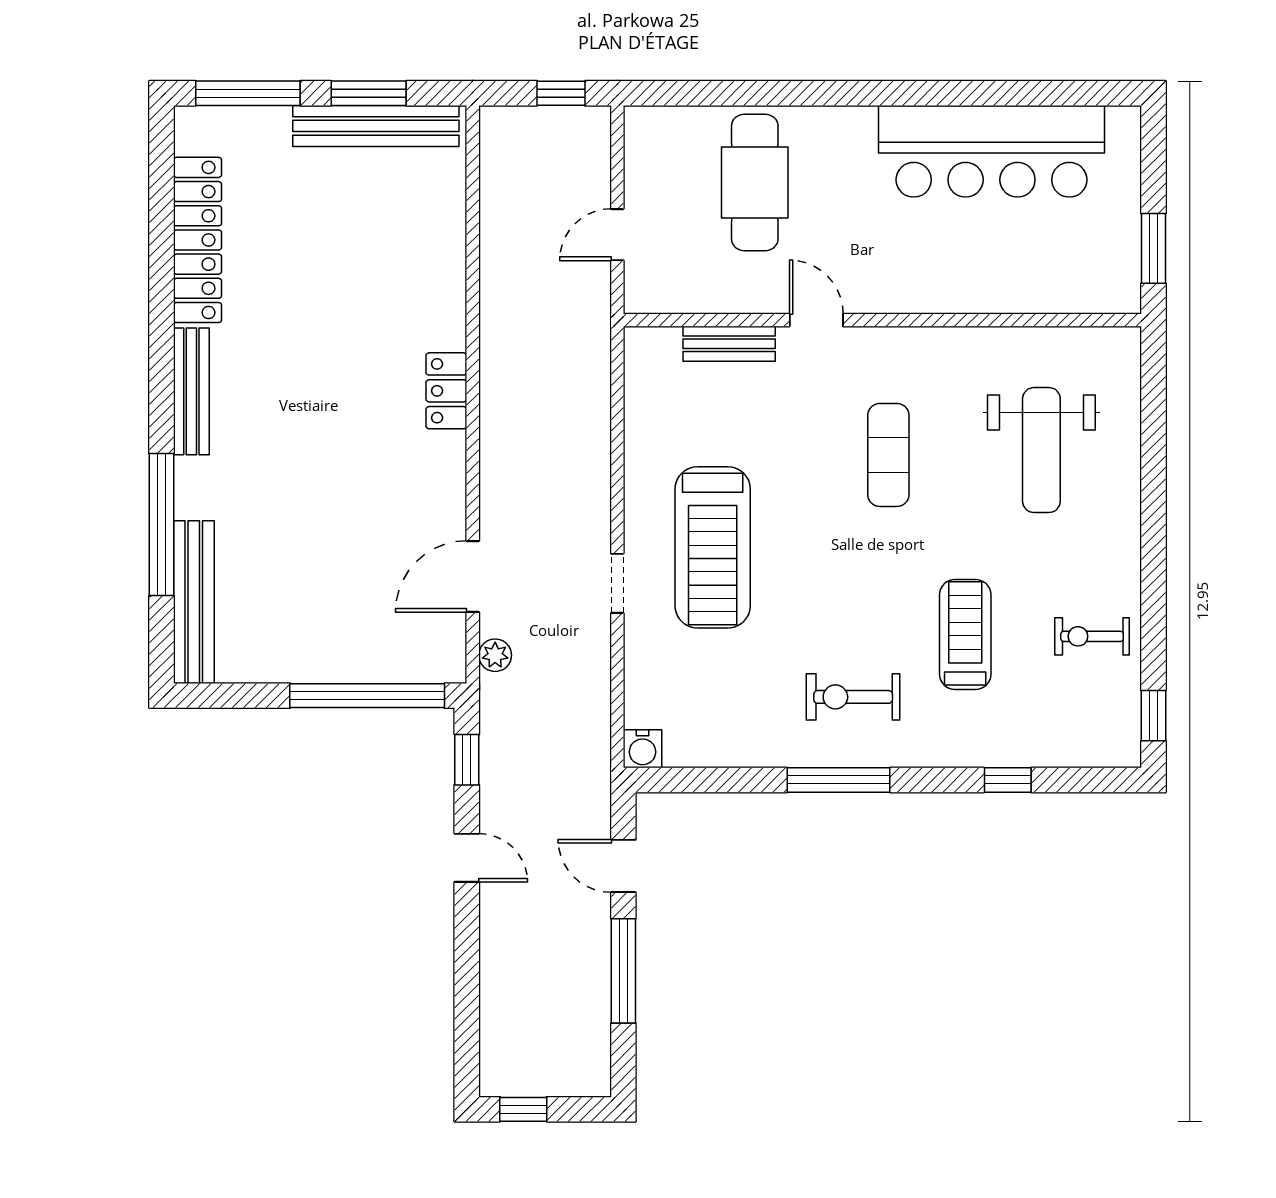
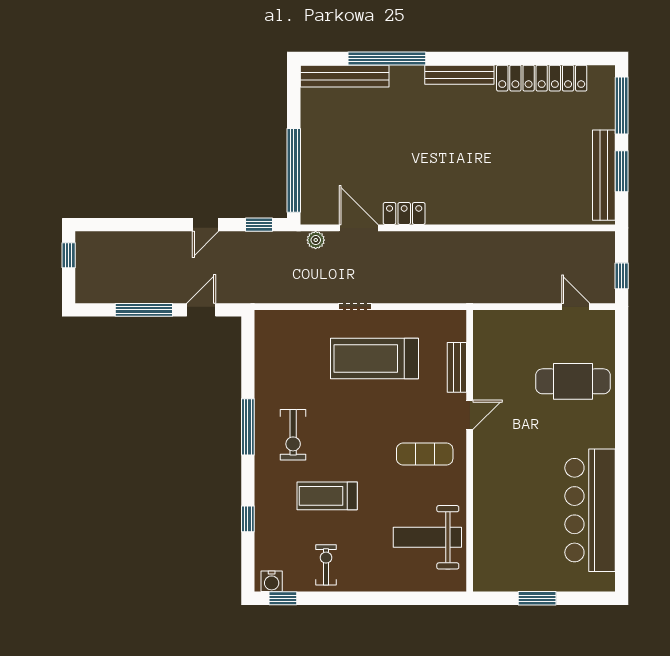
door: (617, 235) -> (576, 307), moved
door: (816, 320) -> (470, 415), moved
wall: (882, 320) -> (470, 451), moved
bench: (729, 344) -> (457, 367), moved
locker: (446, 391) -> (404, 214), moved
treadmill: (965, 634) -> (327, 496), turned 180
exercise bike: (853, 697) -> (293, 435), turned 180
water cooler: (642, 749) -> (272, 581), moved, turned -90

